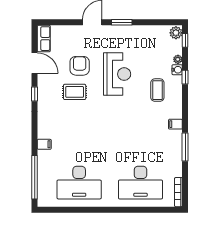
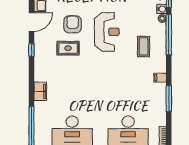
door: (35, 63) -> (31, 22), hinge flipped
water cooler: (177, 70) -> (162, 9), moved
window: (185, 77) -> (169, 35), width x3.17
filing cabinet: (44, 144) -> (40, 91), width x2.00

